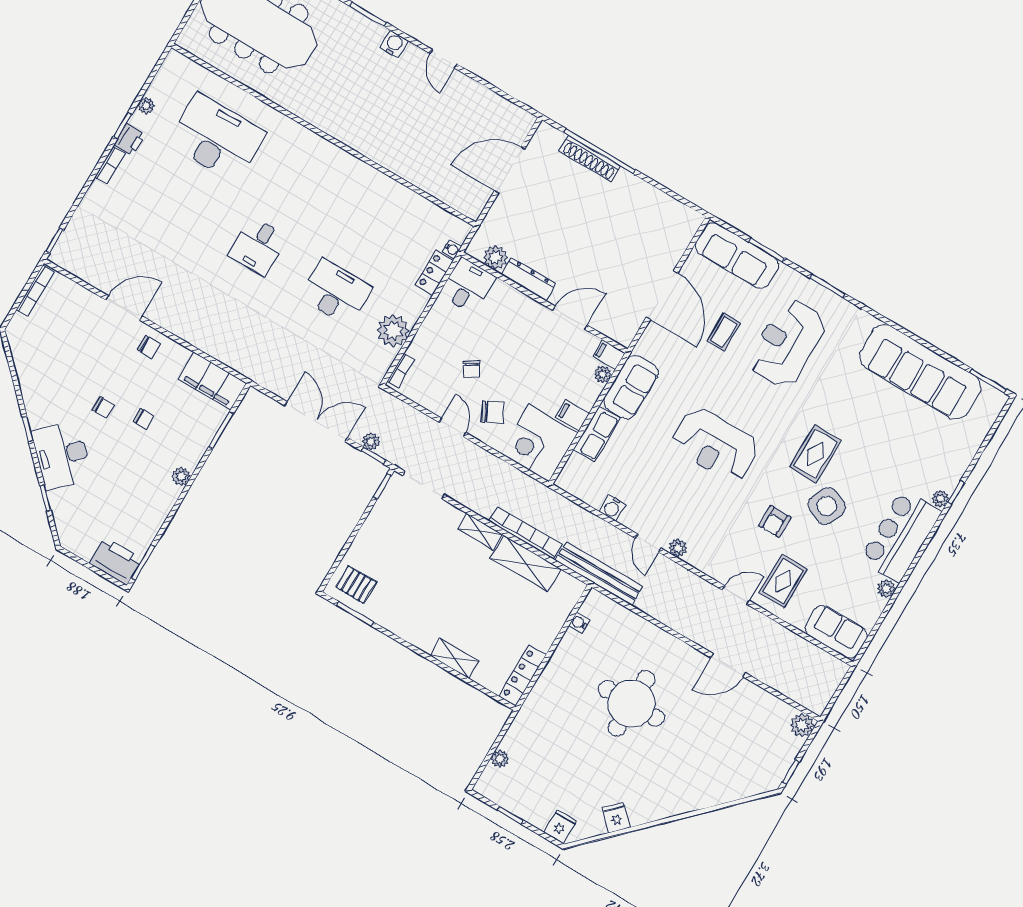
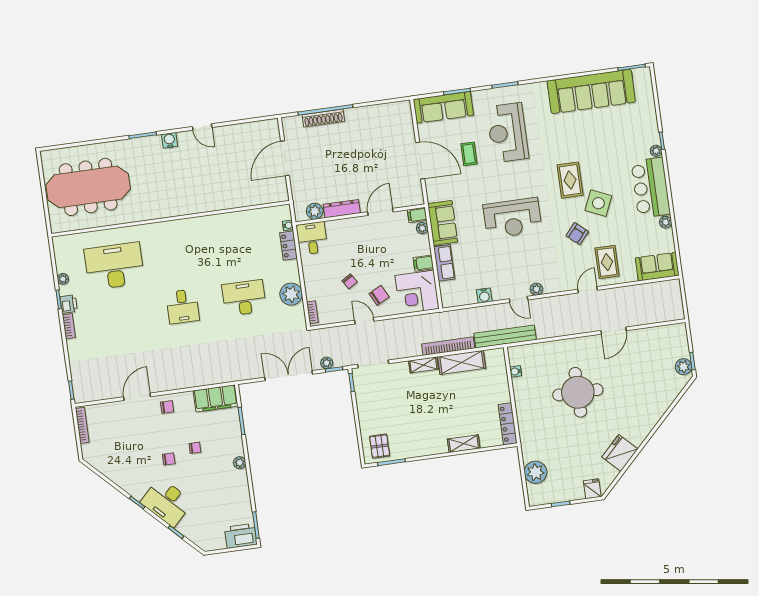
armchair: (775, 522) -> (577, 234), turned 41
pallet: (356, 585) -> (380, 446), turned 90
plant: (802, 725) -> (684, 367), moved
plant: (500, 759) -> (536, 472), width x1.87, depth x1.87
fridge: (616, 818) -> (620, 453), width x1.88, depth x1.34

